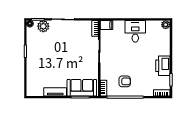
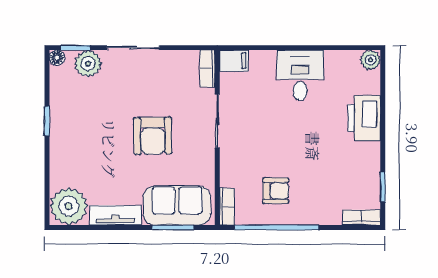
armchair: (71, 58) -> (153, 136), added
printer: (163, 66) -> (364, 118), moved
plant: (35, 88) -> (69, 206), added

